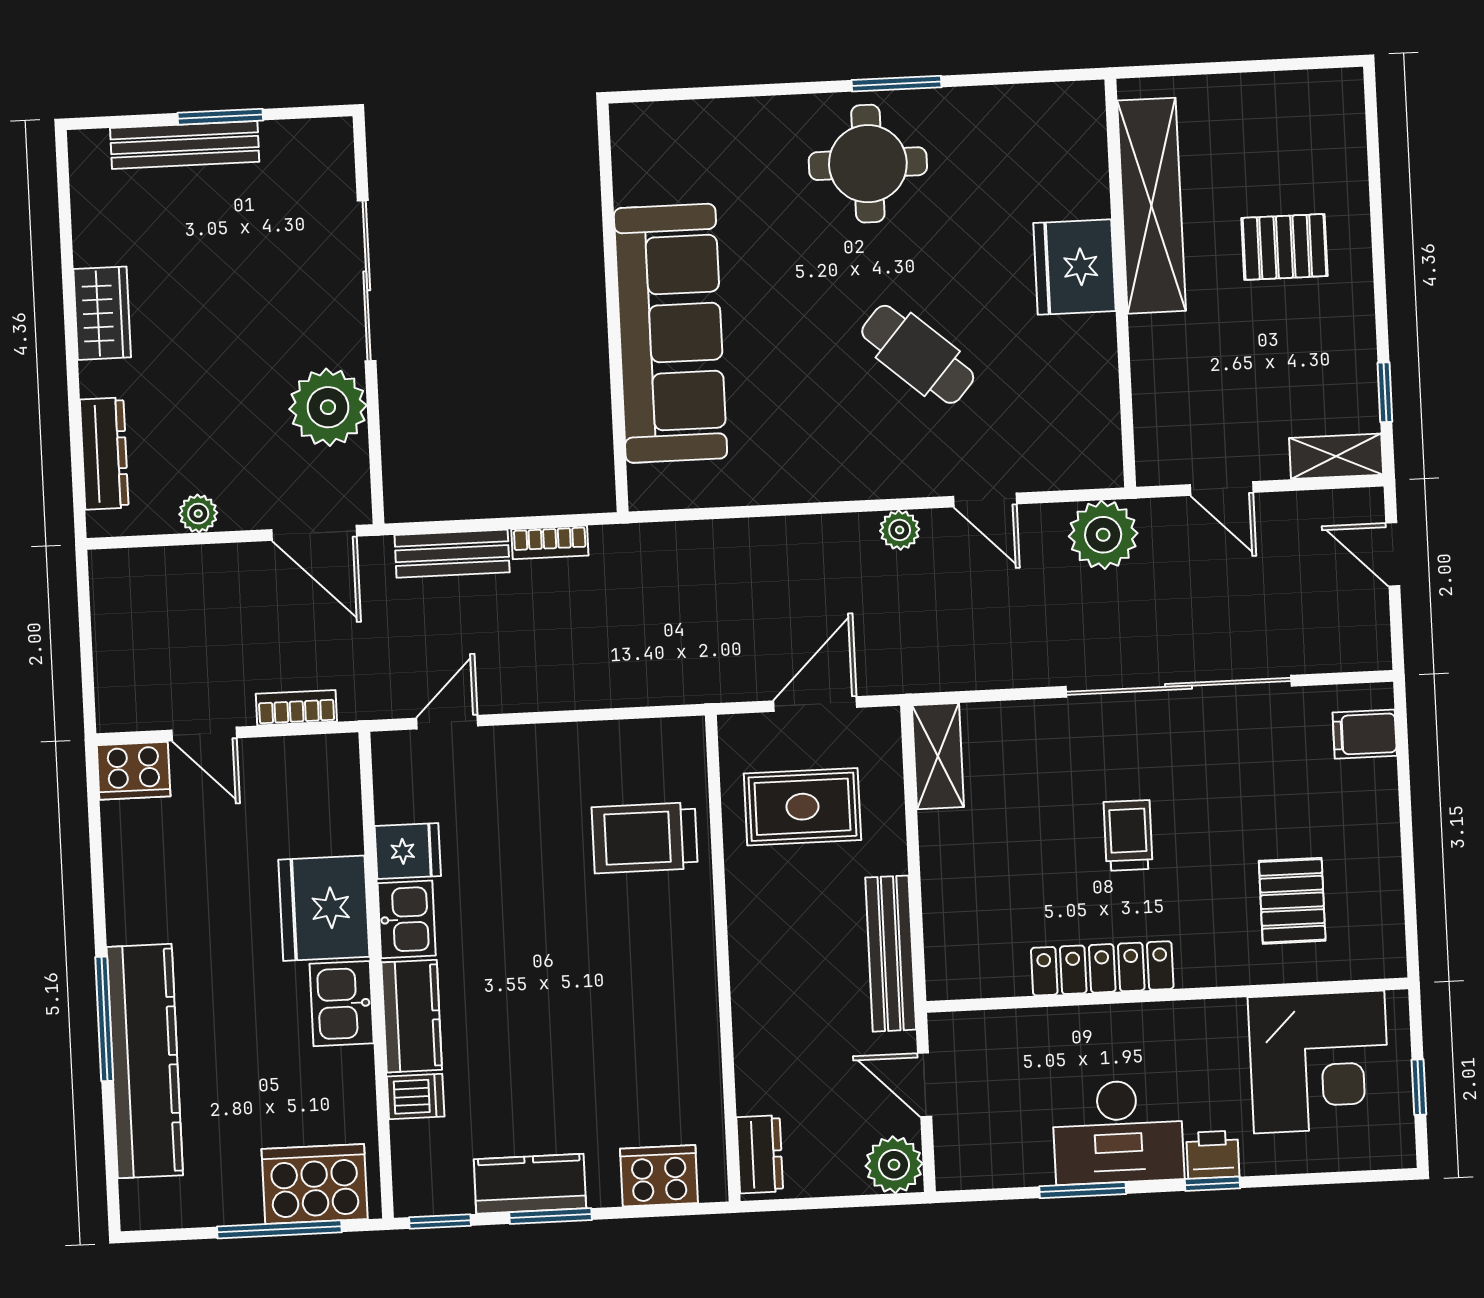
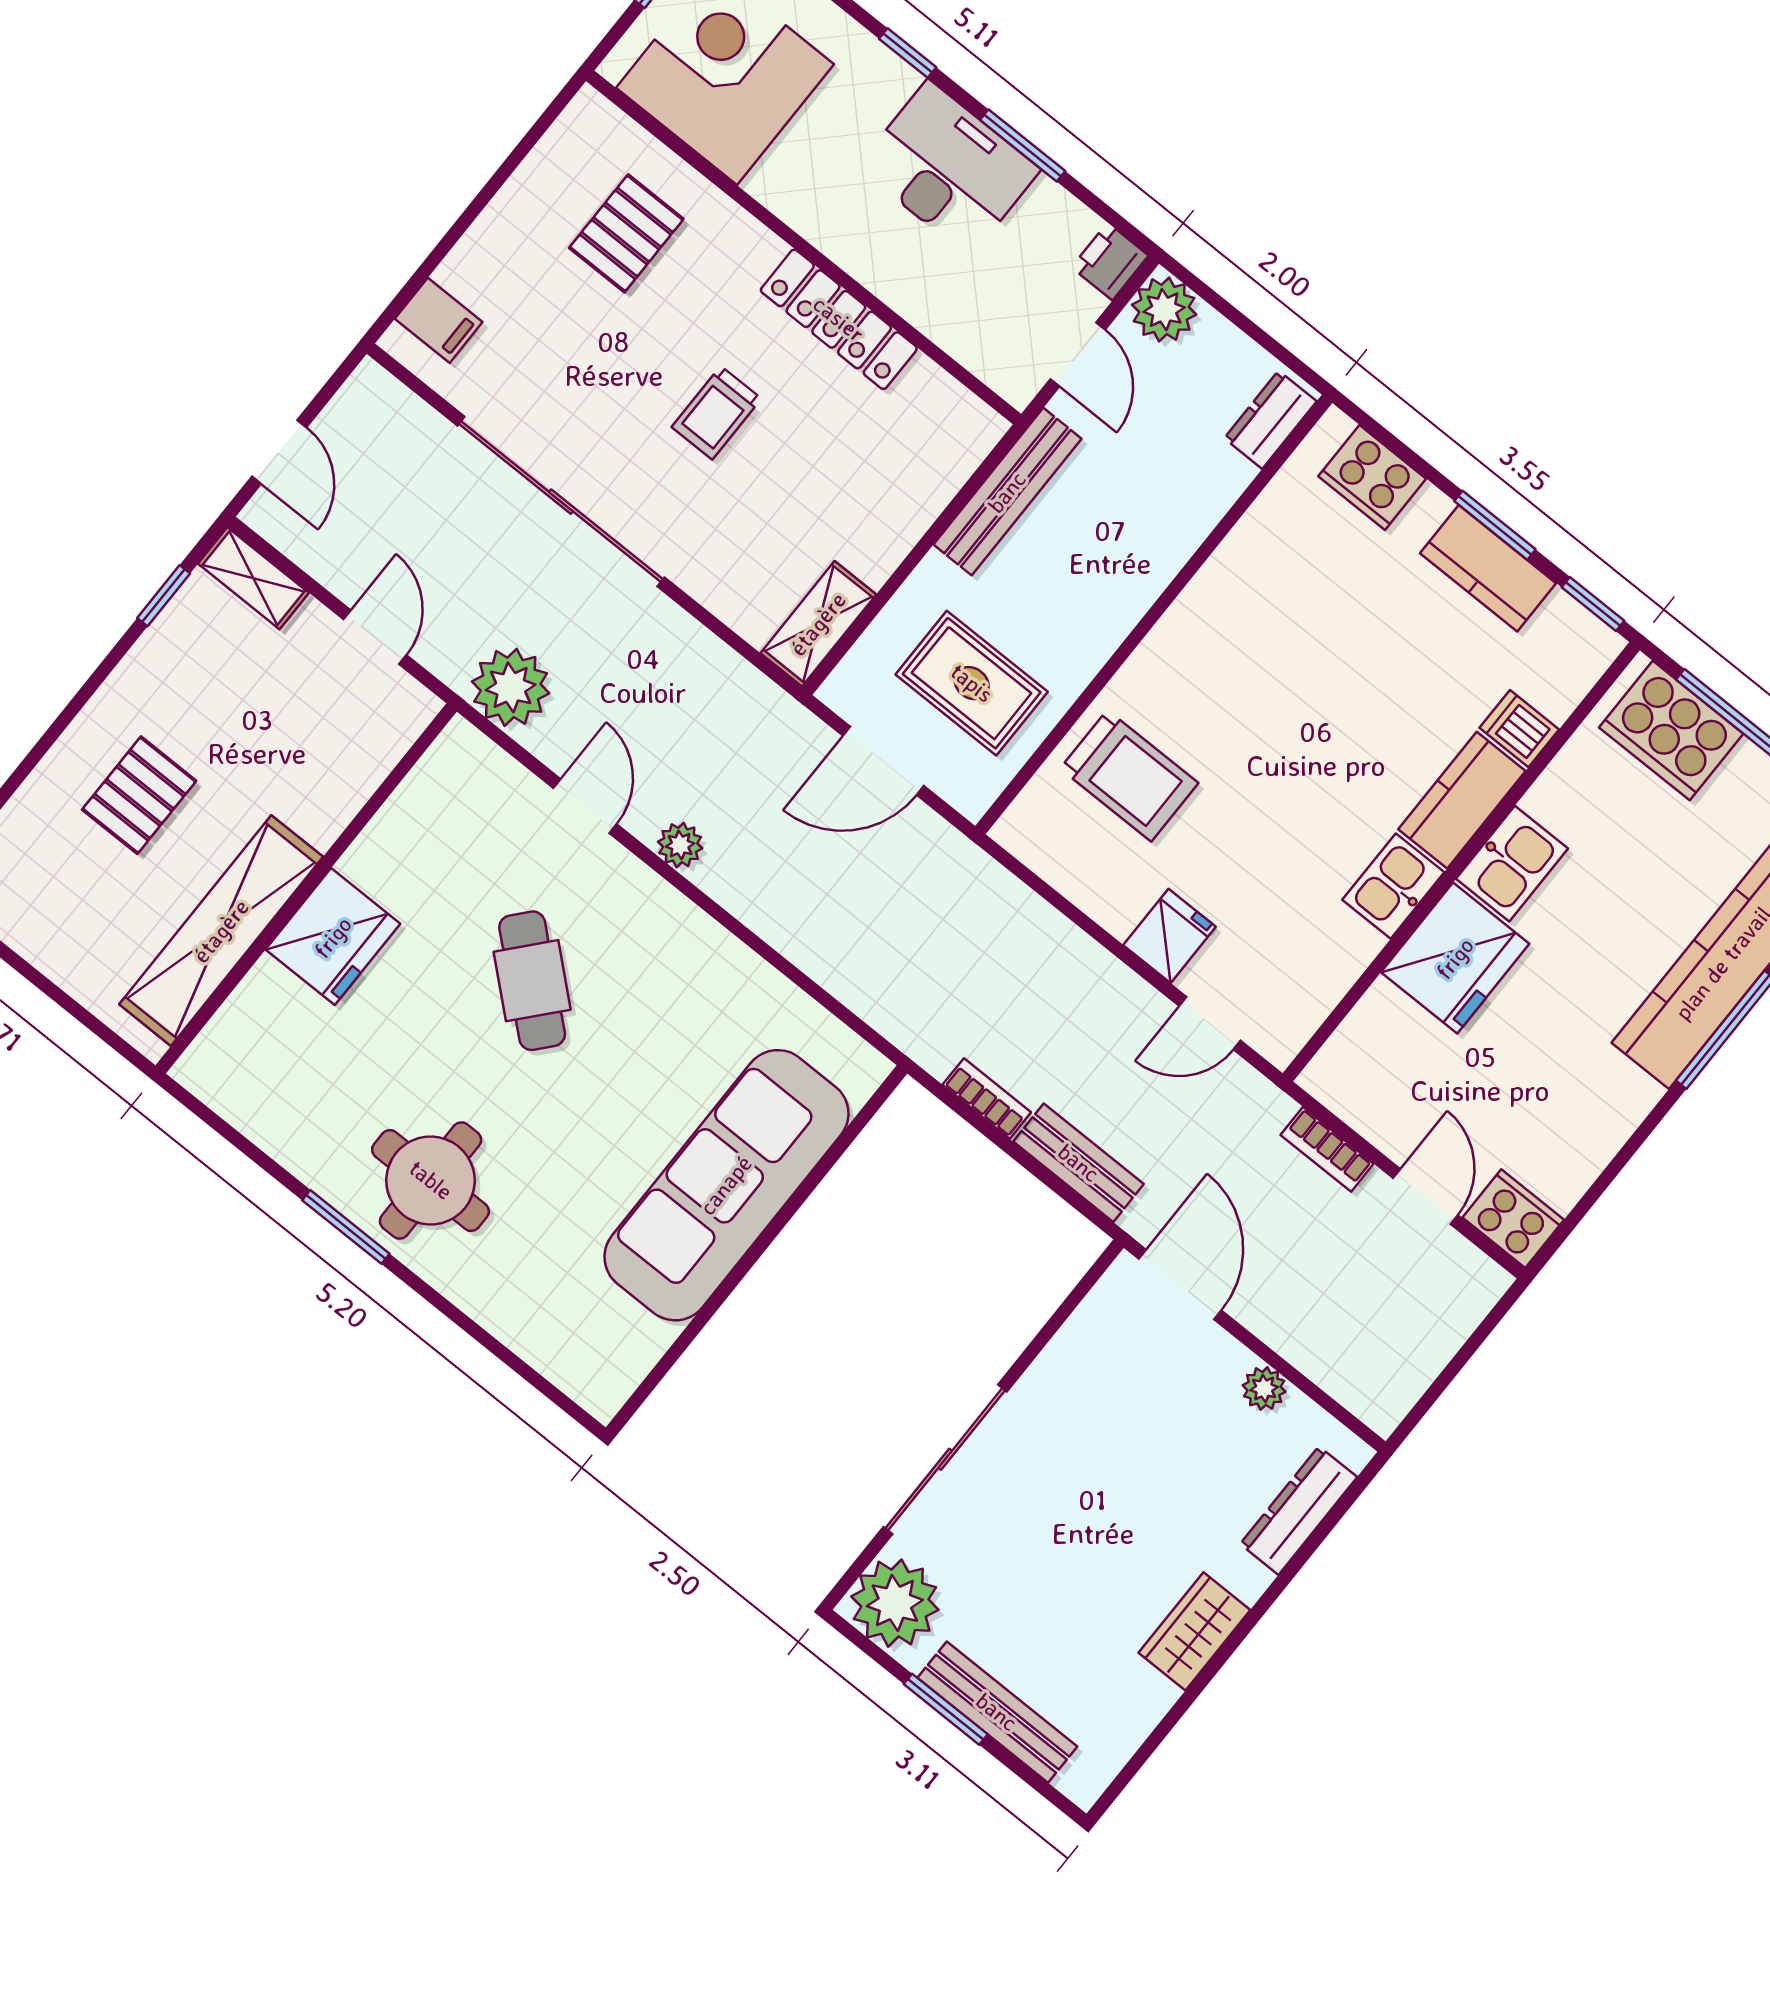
pallet: (1284, 247) -> (139, 795), turned 90
plant: (328, 407) -> (895, 1603), moved
fridge: (408, 851) -> (1170, 936), moved, turned 90
printer: (1213, 1155) -> (1110, 261), moved, turned 90

